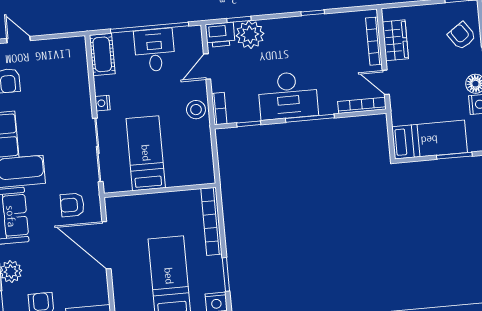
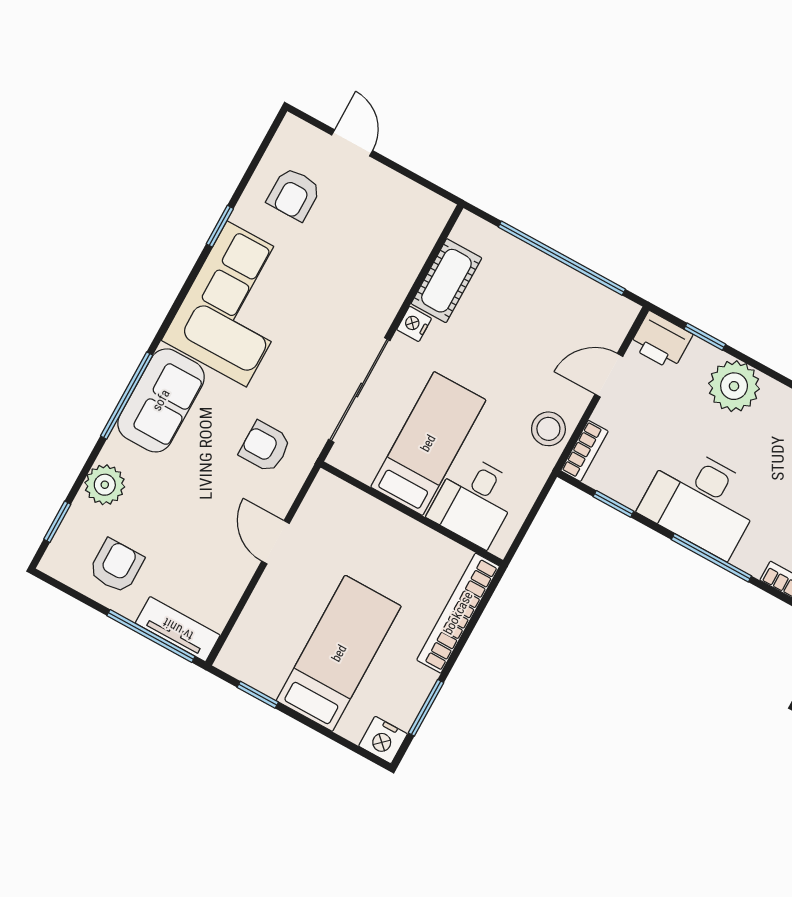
plant: (250, 35) -> (734, 386), moved
desk: (155, 50) -> (474, 501), moved, turned 180
cot: (102, 54) -> (446, 281), moved
door: (106, 245) -> (276, 542), width x0.53

